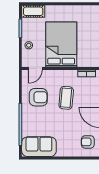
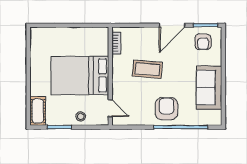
armchair: (38, 97) -> (167, 109), moved
sofa: (39, 147) -> (209, 88), moved

